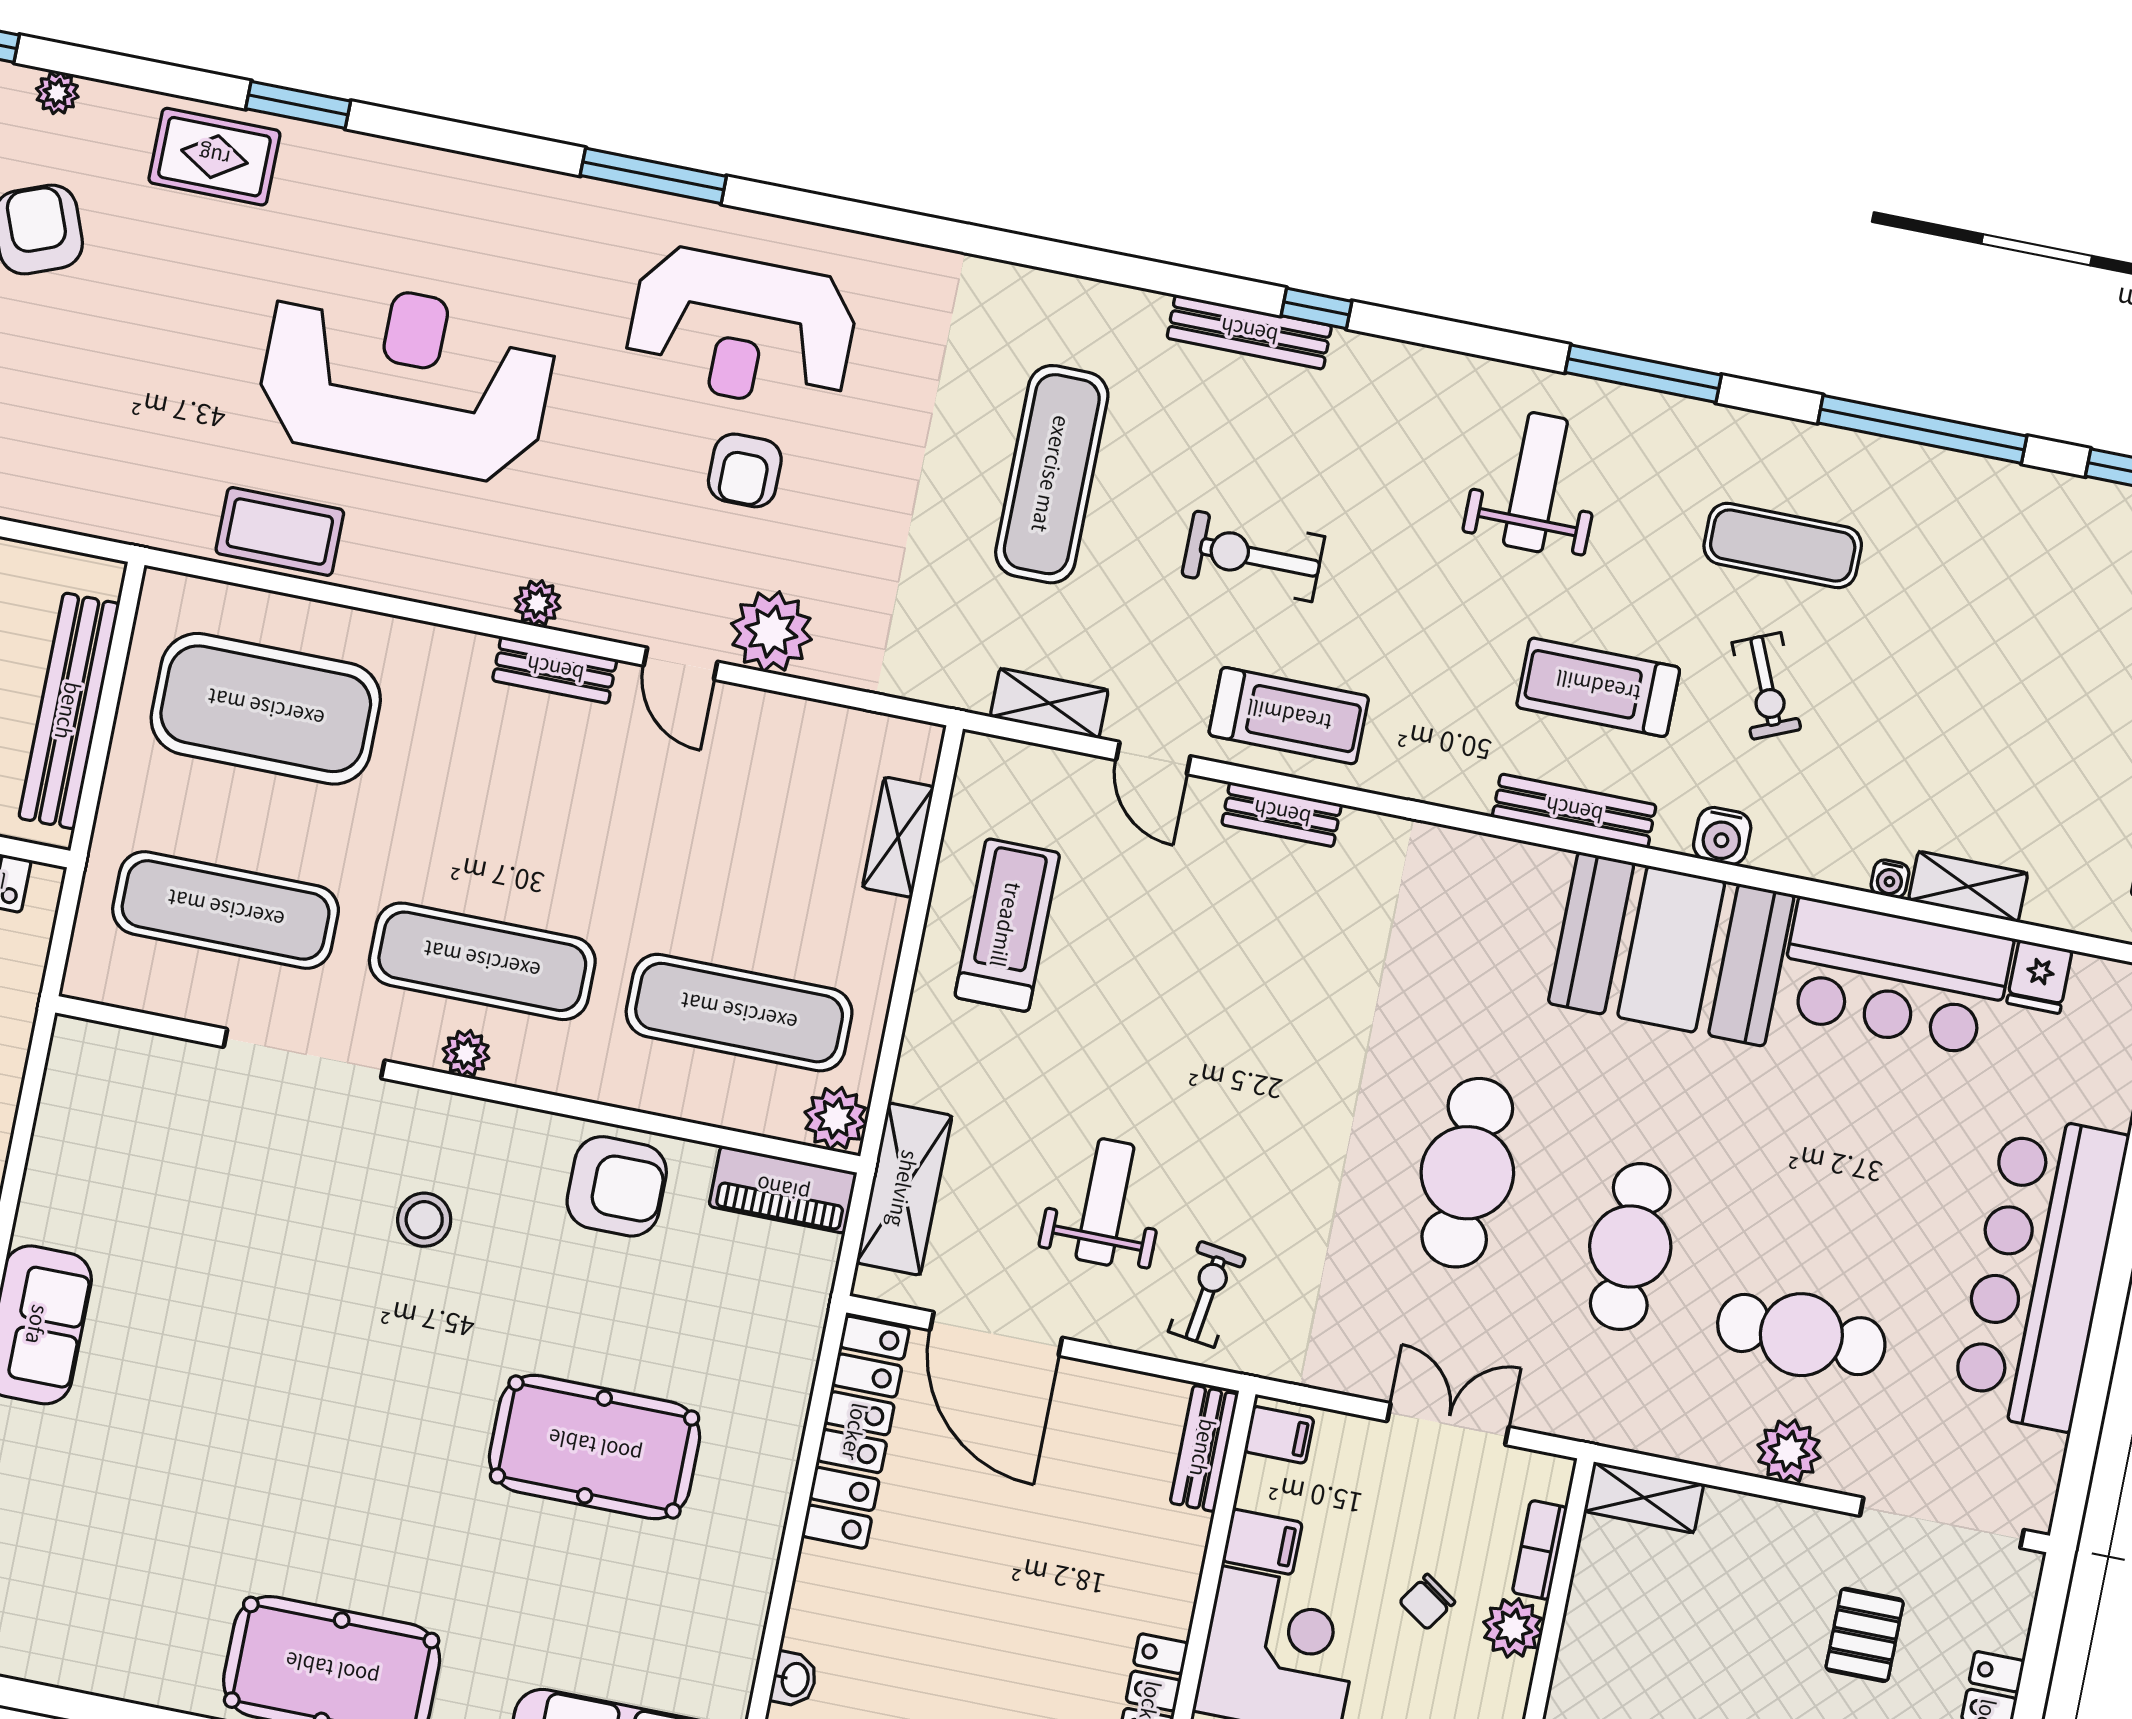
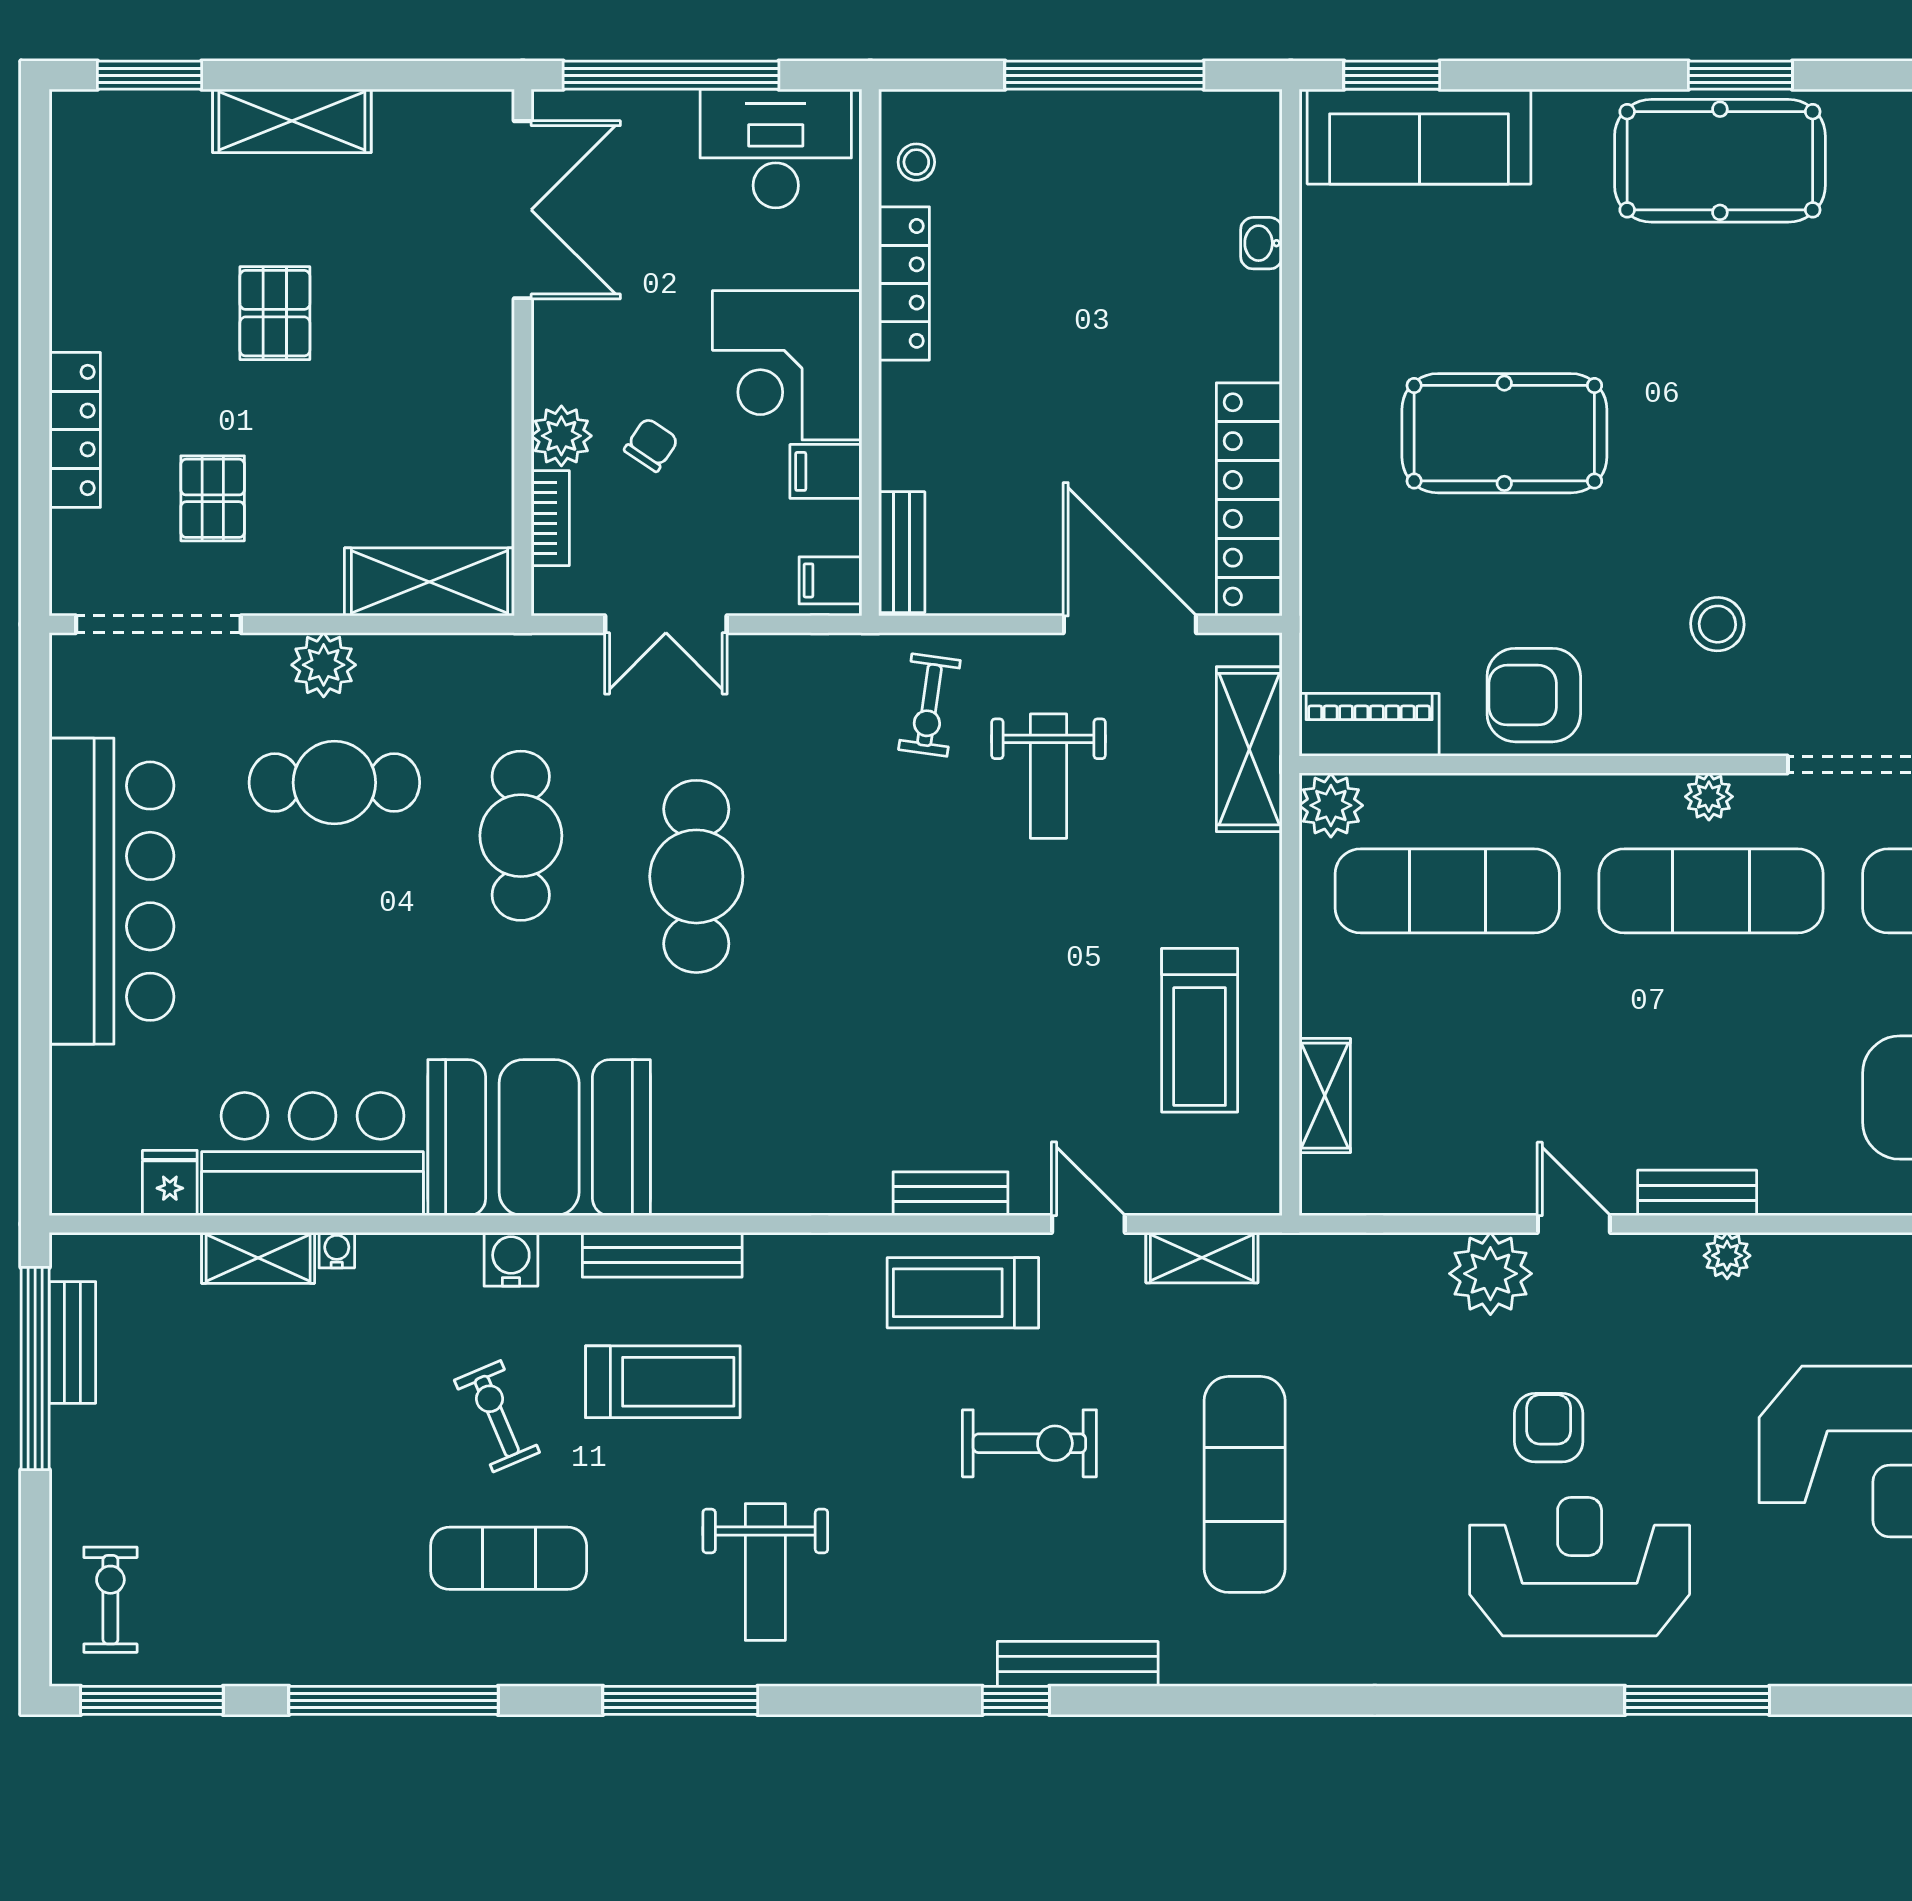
shelving: (1644, 1498) -> (429, 582), width x1.50, depth x1.33

